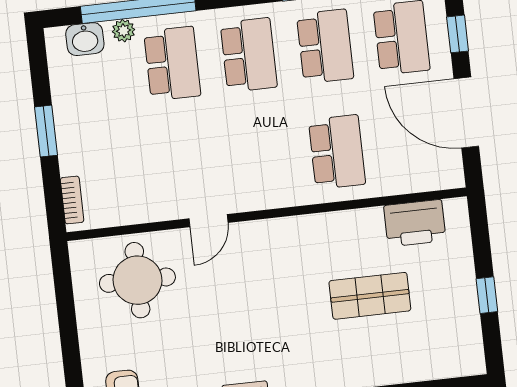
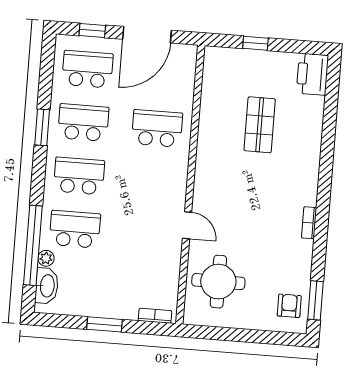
washbasin: (85, 39) -> (47, 286), width x1.38
printer: (415, 223) -> (312, 74), moved, turned 180
window: (487, 295) -> (255, 43), moved

